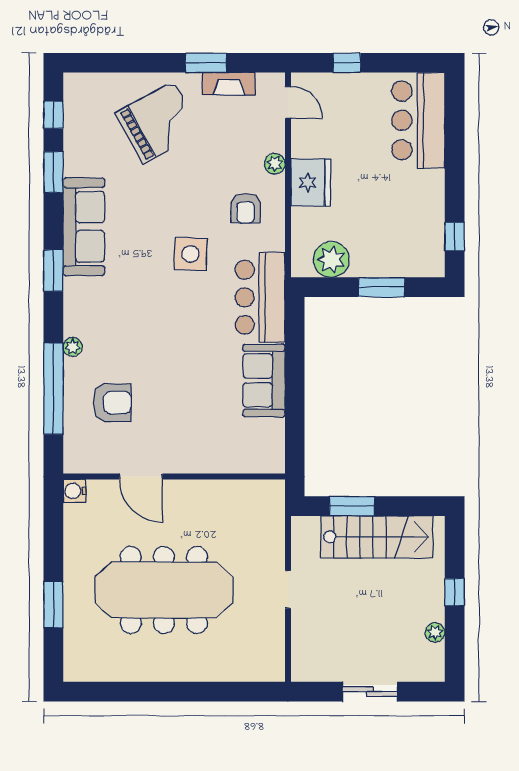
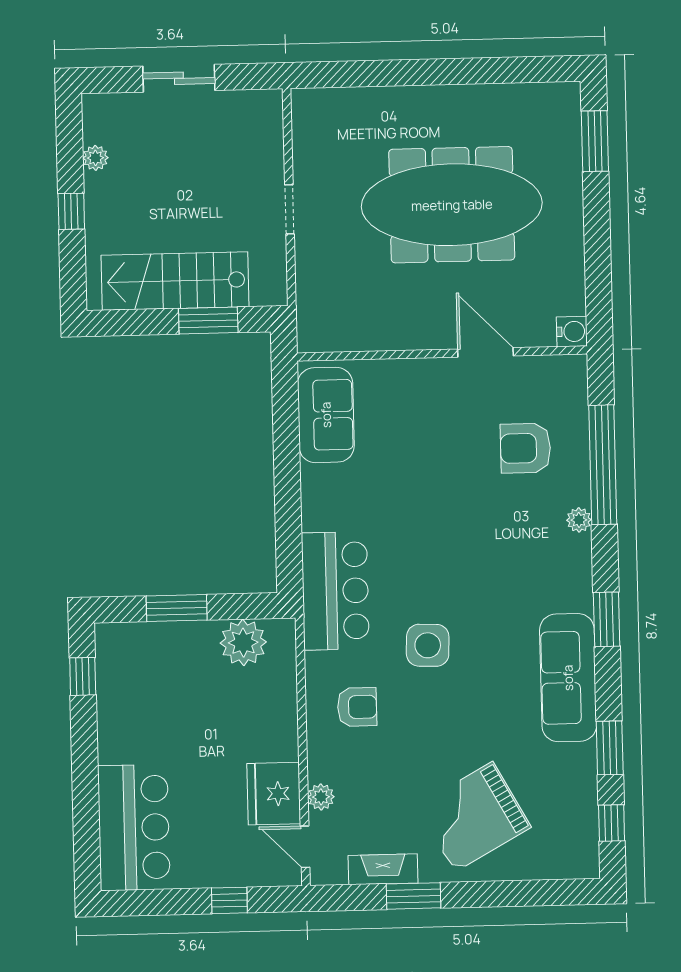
plant: (275, 164) -> (321, 797), moved
fridge: (311, 182) -> (274, 794), moved
armchair: (246, 208) -> (357, 707), turned 90
sofa: (264, 380) -> (326, 415), moved
window: (53, 604) -> (595, 141), moved

